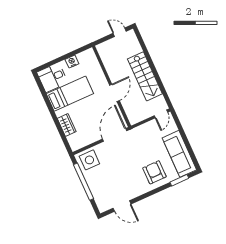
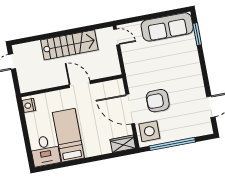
nightstand: (72, 62) -> (29, 105), moved
wardrobe: (67, 125) -> (123, 144), moved
door: (115, 135) -> (130, 109), moved
armchair: (154, 172) -> (158, 101), moved

